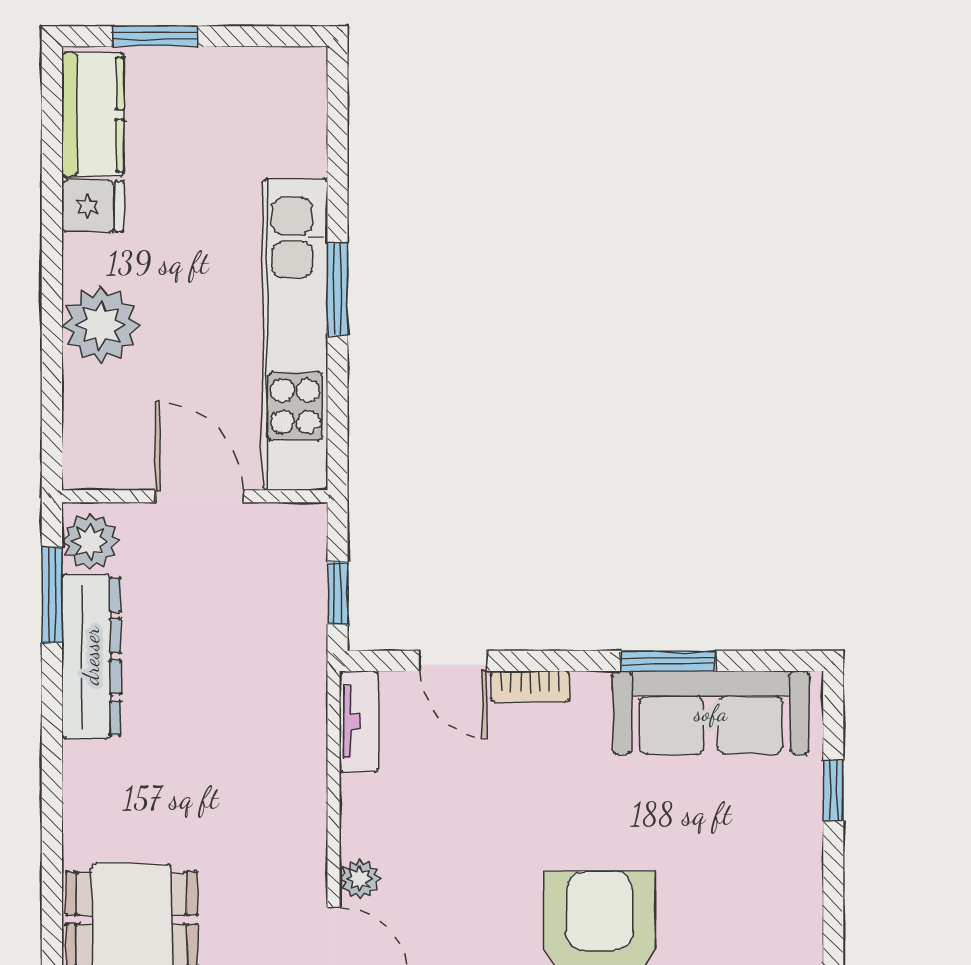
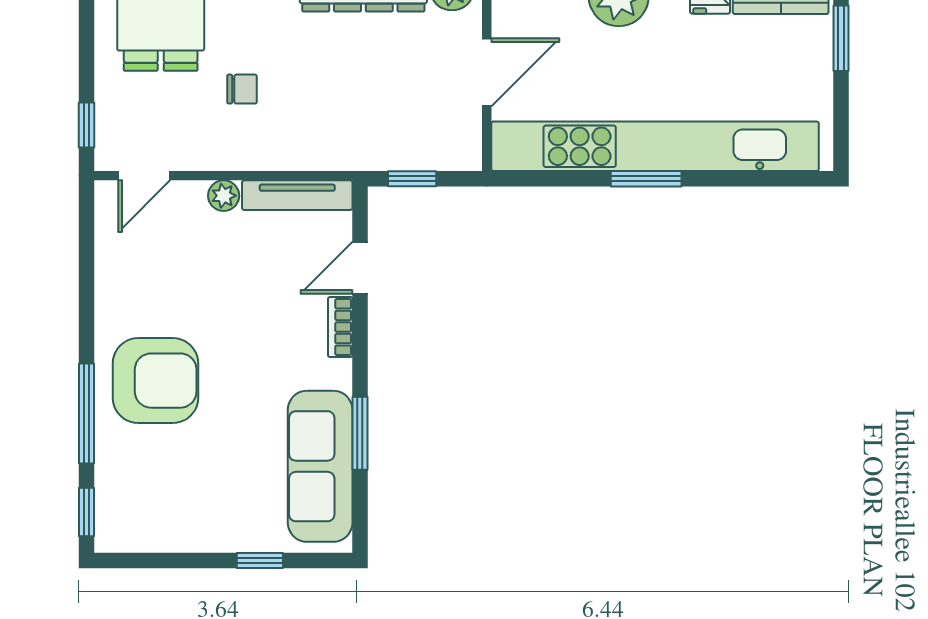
kitchen unit: (295, 334) -> (655, 146), width x1.36
tv unit: (359, 722) -> (297, 195), width x1.41
chair: (221, 814) -> (242, 89), added
plant: (360, 879) -> (224, 196), moved

